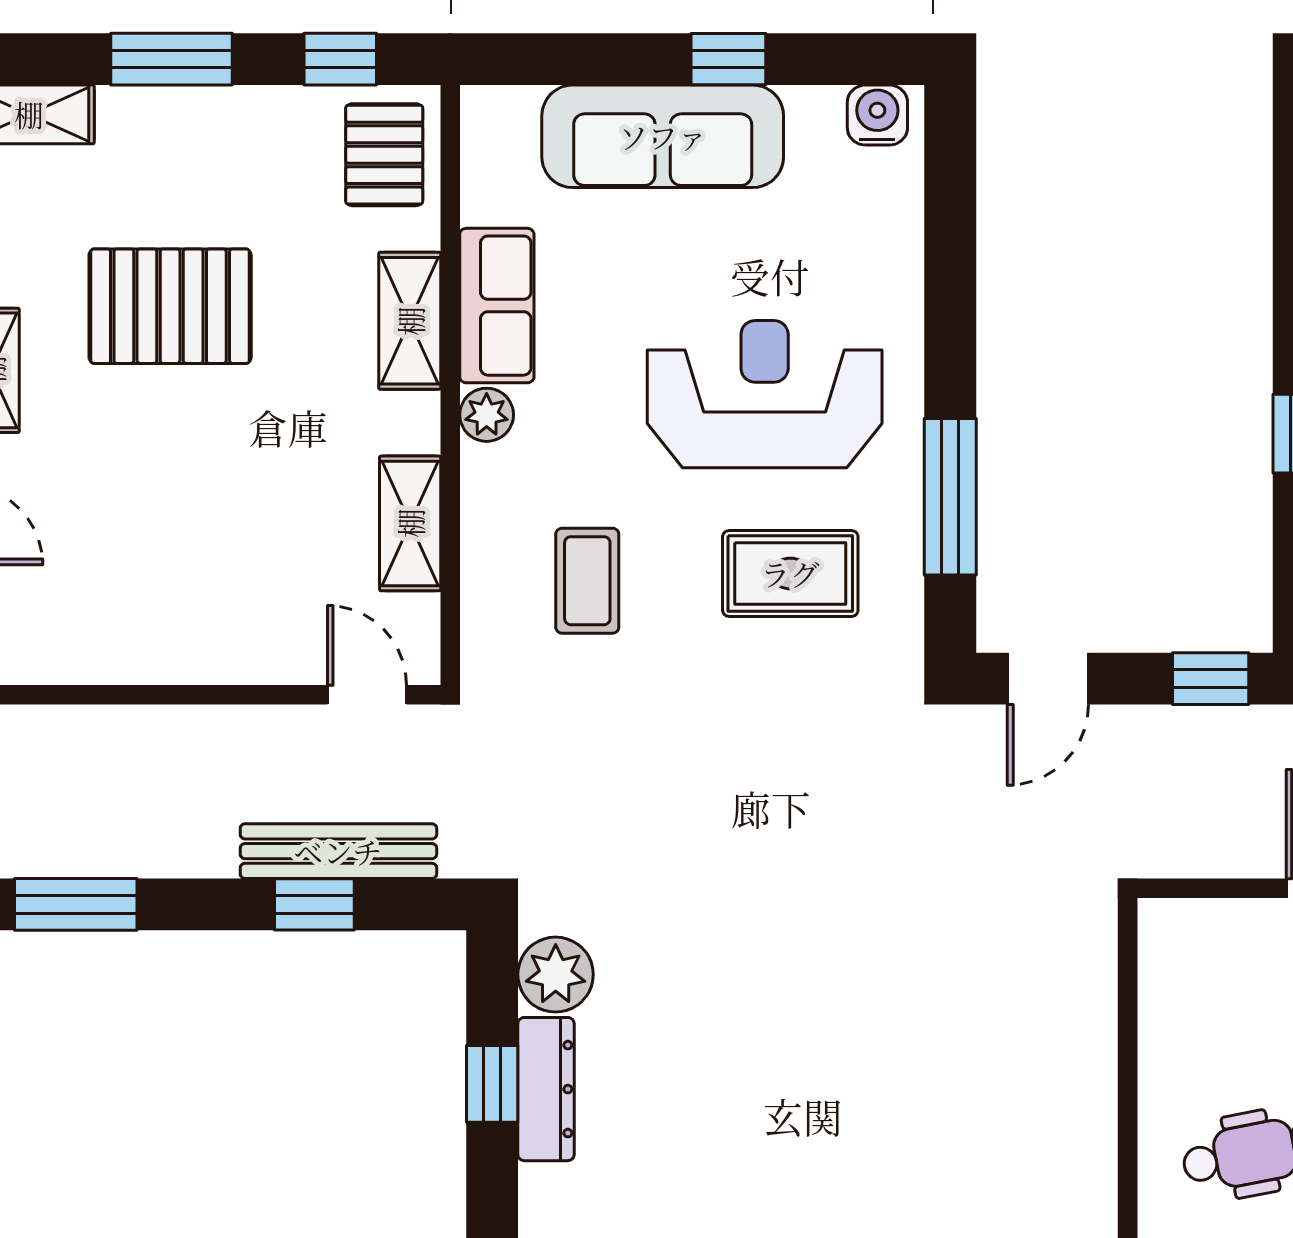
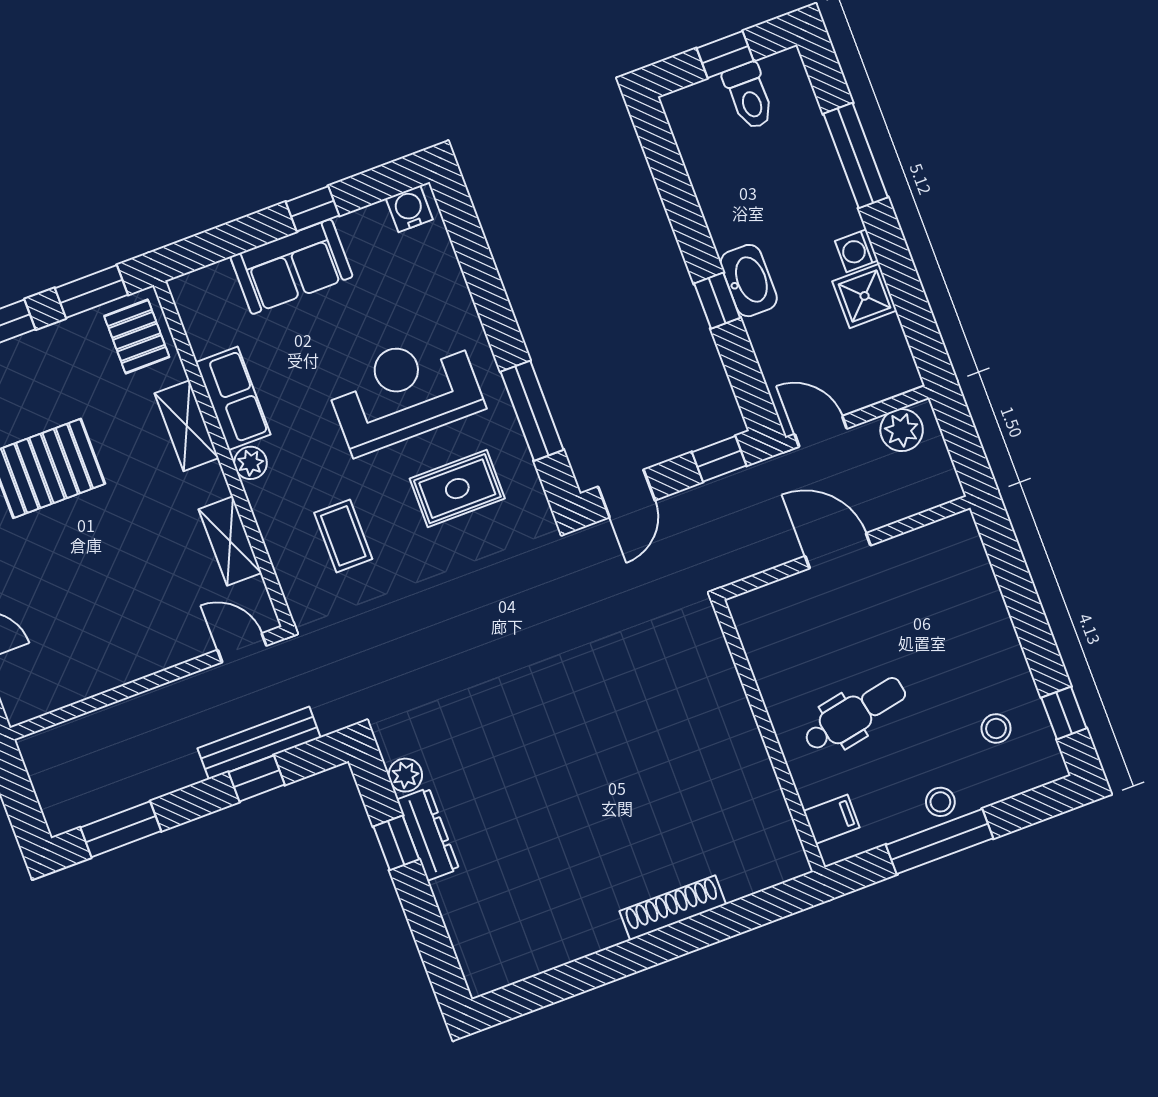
window: (340, 59) -> (91, 291), width x1.50
sofa: (663, 136) -> (291, 267), width x0.73
plant: (556, 975) -> (405, 775), width x0.73, depth x0.73

